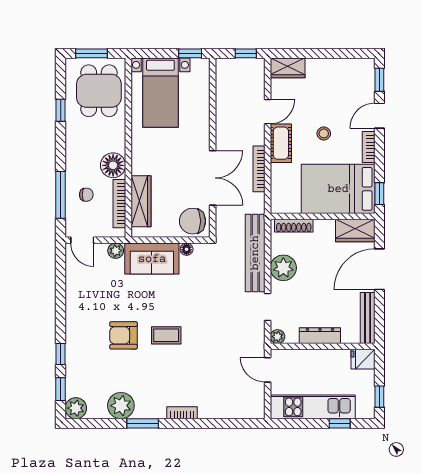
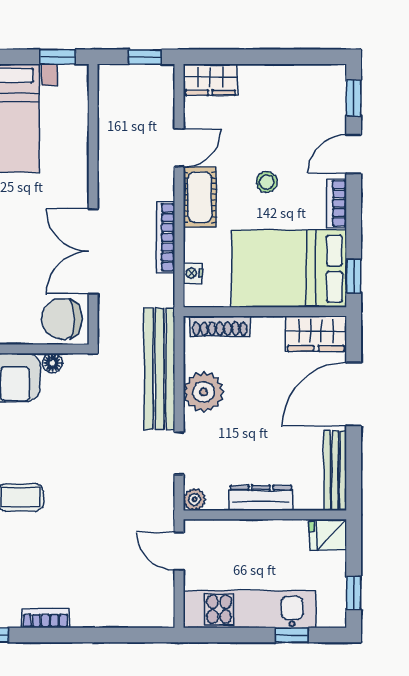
double door: (213, 178) -> (93, 251), swing flipped
nightstand: (276, 192) -> (193, 273), added

